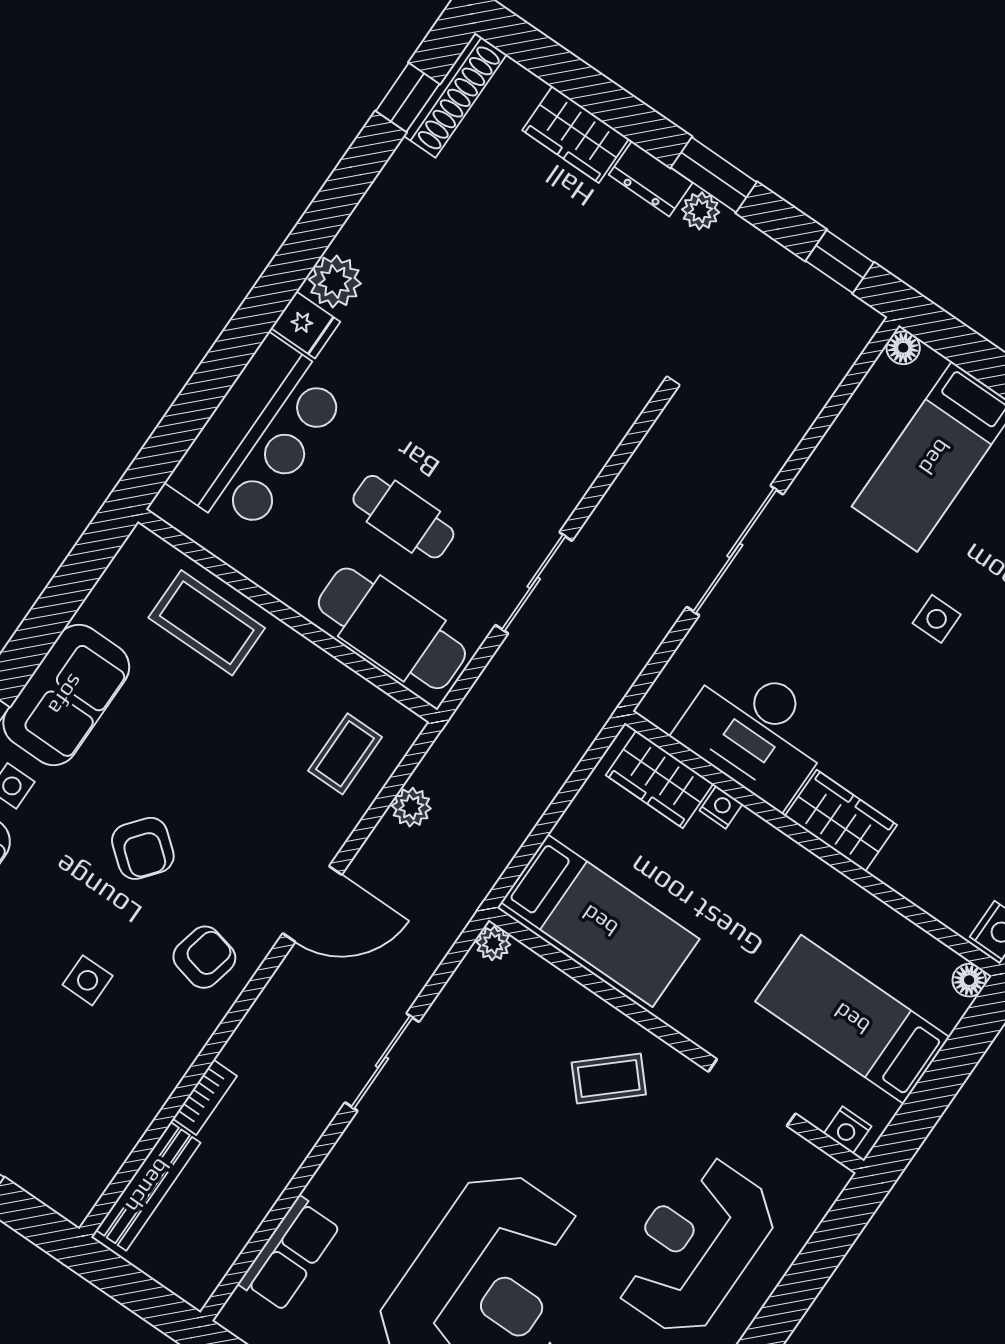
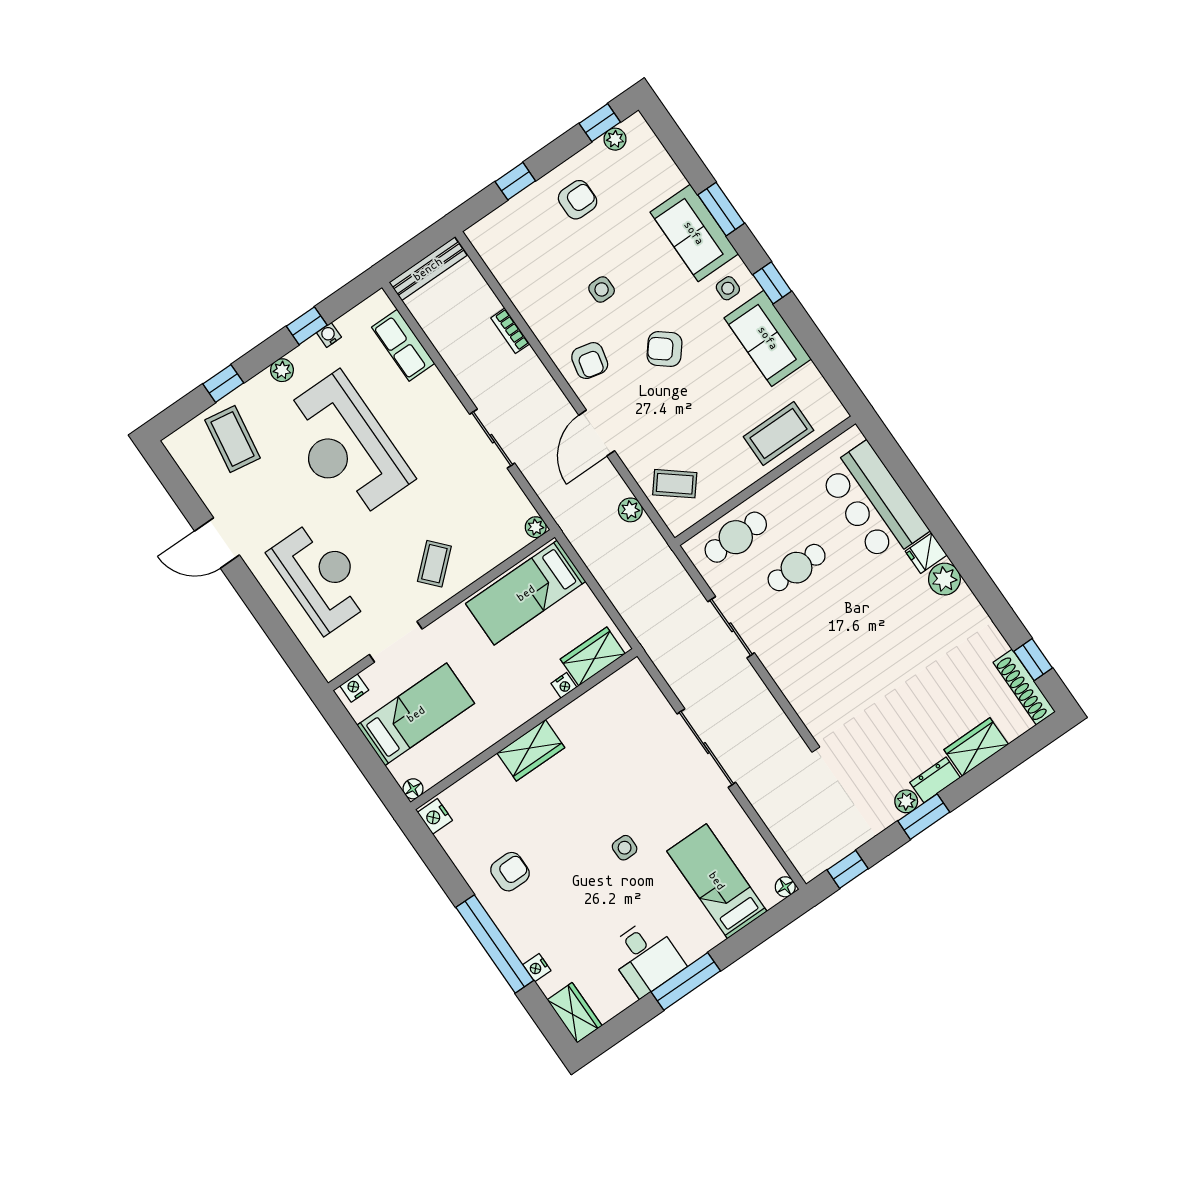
cafe table: (392, 628) -> (736, 537), width x0.73, depth x0.74
desk: (756, 731) -> (600, 721), removed
coffee table: (345, 754) -> (675, 484), turned -51
bench: (148, 1186) -> (428, 269), moved, turned 90

